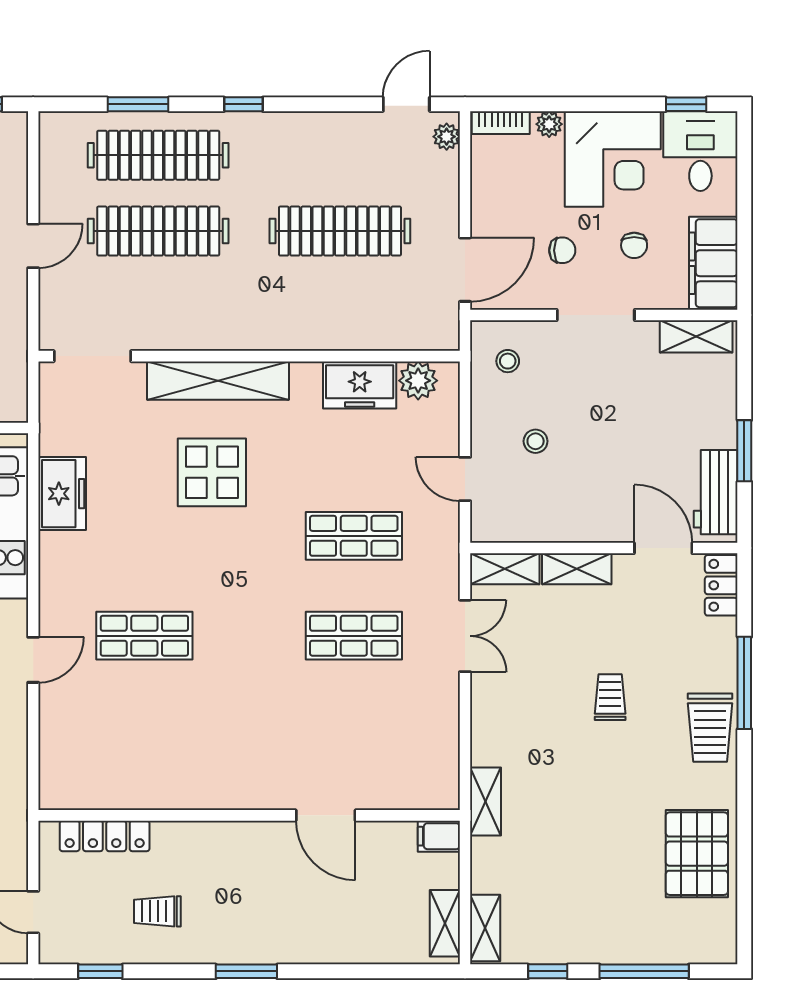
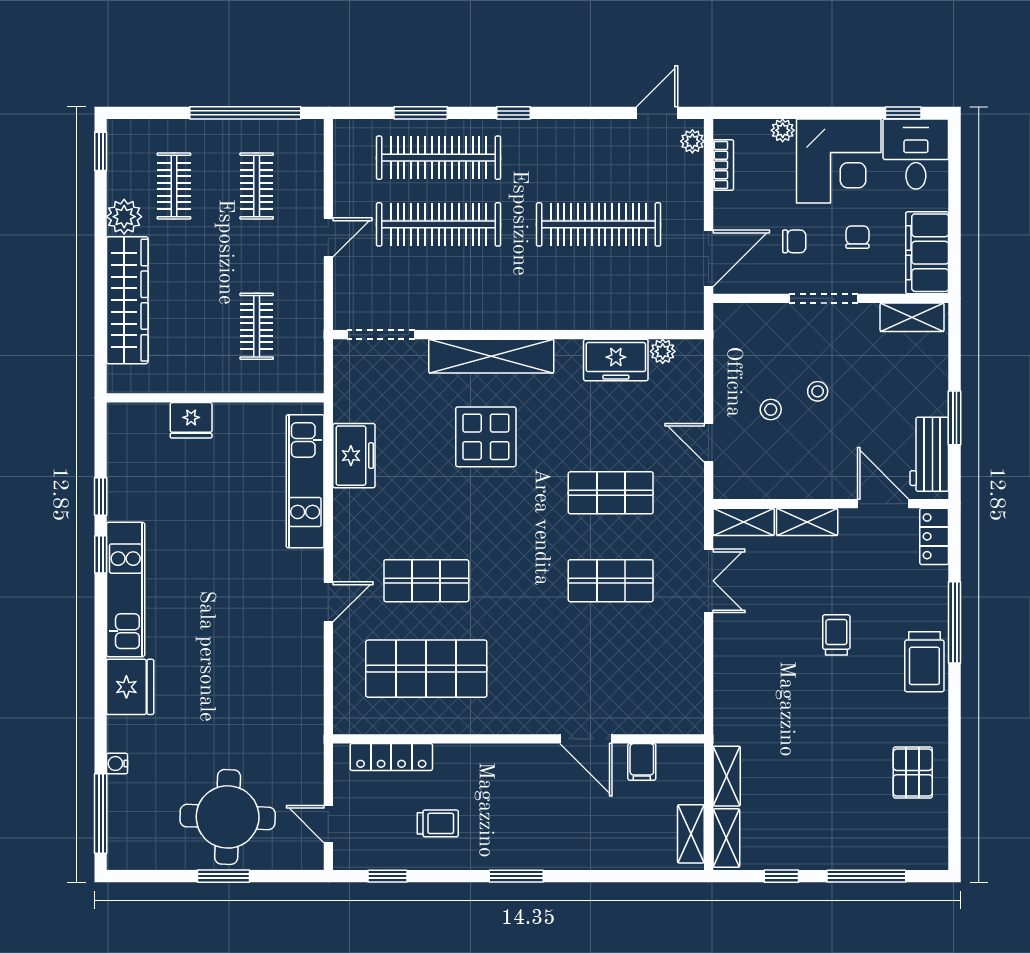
bookcase: (501, 123) -> (723, 165), moved, turned -90
chair: (634, 245) -> (857, 237), turned 180
stool: (508, 361) -> (818, 391), moved
plant: (418, 381) -> (663, 351), width x0.73, depth x0.73
shop shelf: (144, 736) -> (426, 669), added
shelving: (486, 801) -> (727, 776), moved
filing cabinet: (439, 836) -> (642, 762), moved, turned -90
pallet: (697, 854) -> (913, 773), width x0.67, depth x0.71
trolley: (157, 911) -> (438, 823), turned 180

